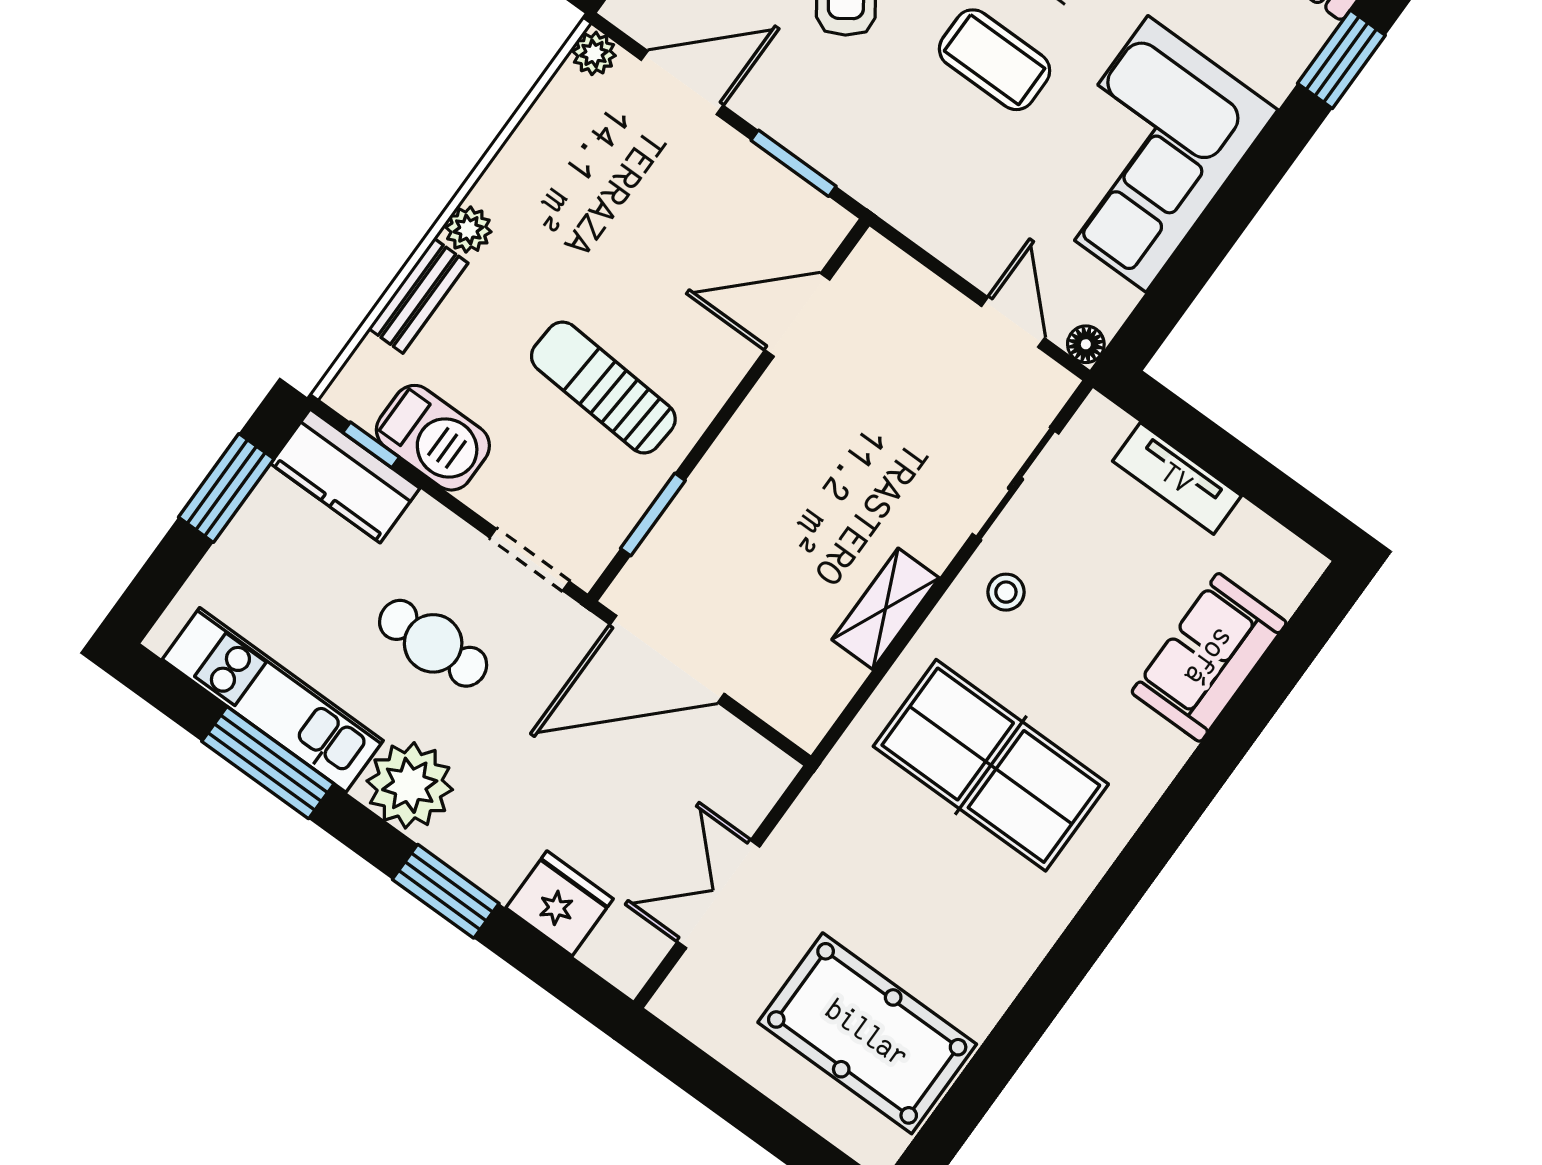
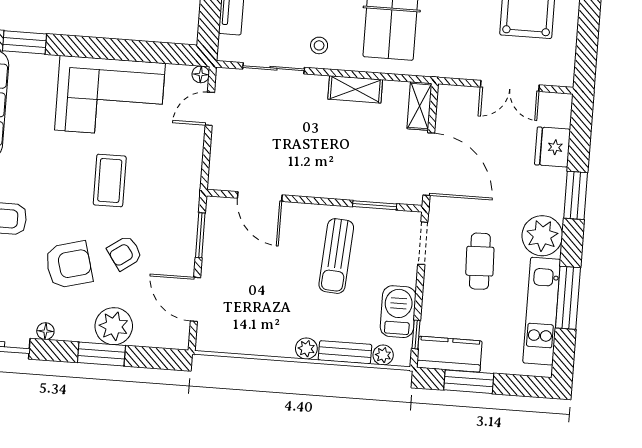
plant: (594, 53) -> (383, 355), moved
kitchen counter: (345, 476) -> (449, 354), moved, turned -90
shelving: (783, 707) -> (419, 106), added

